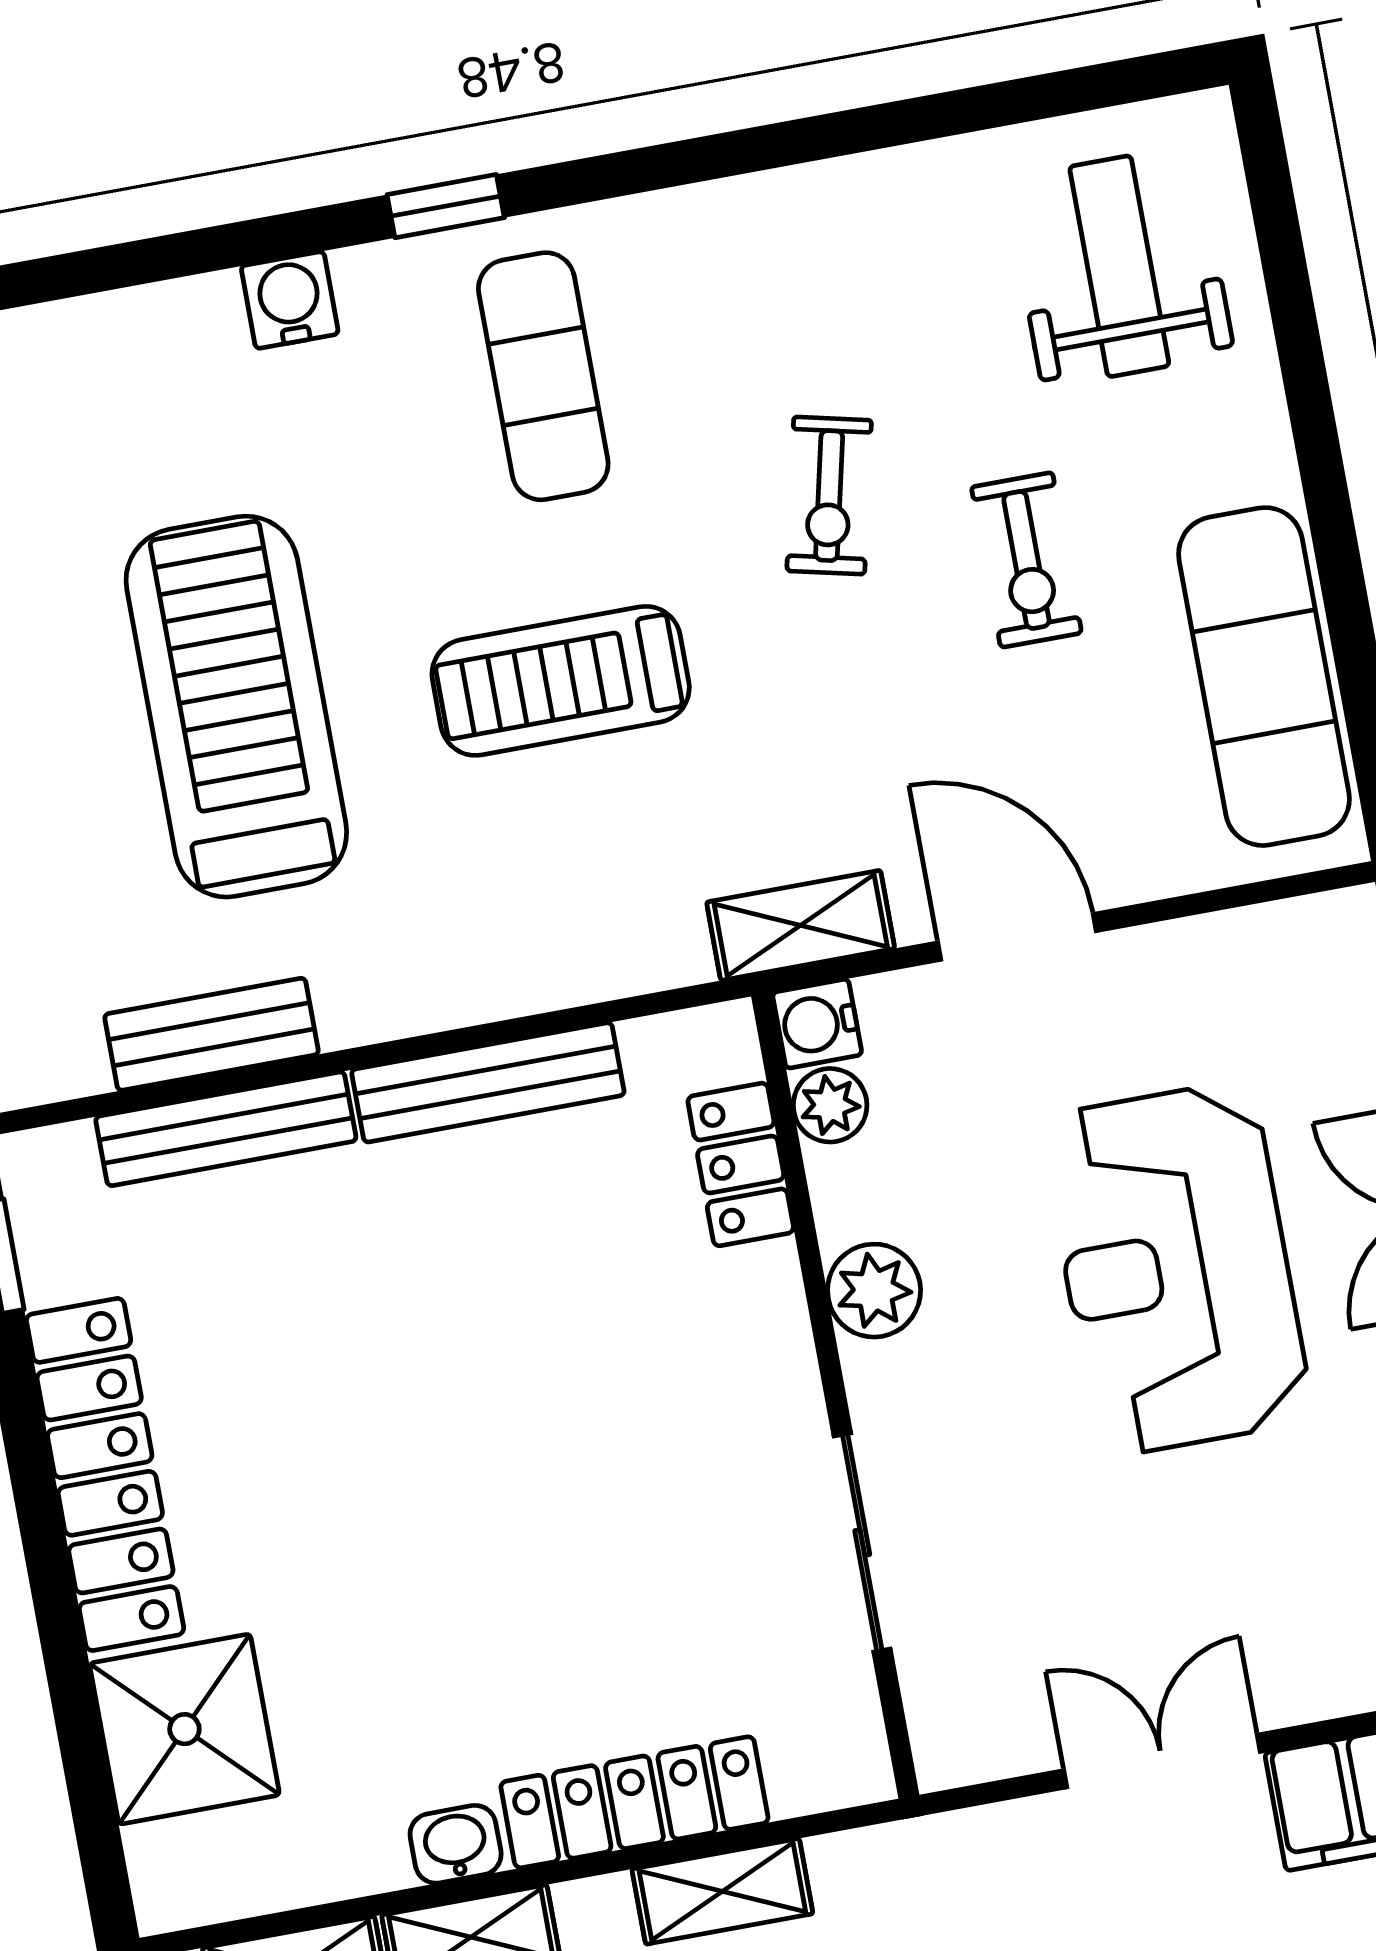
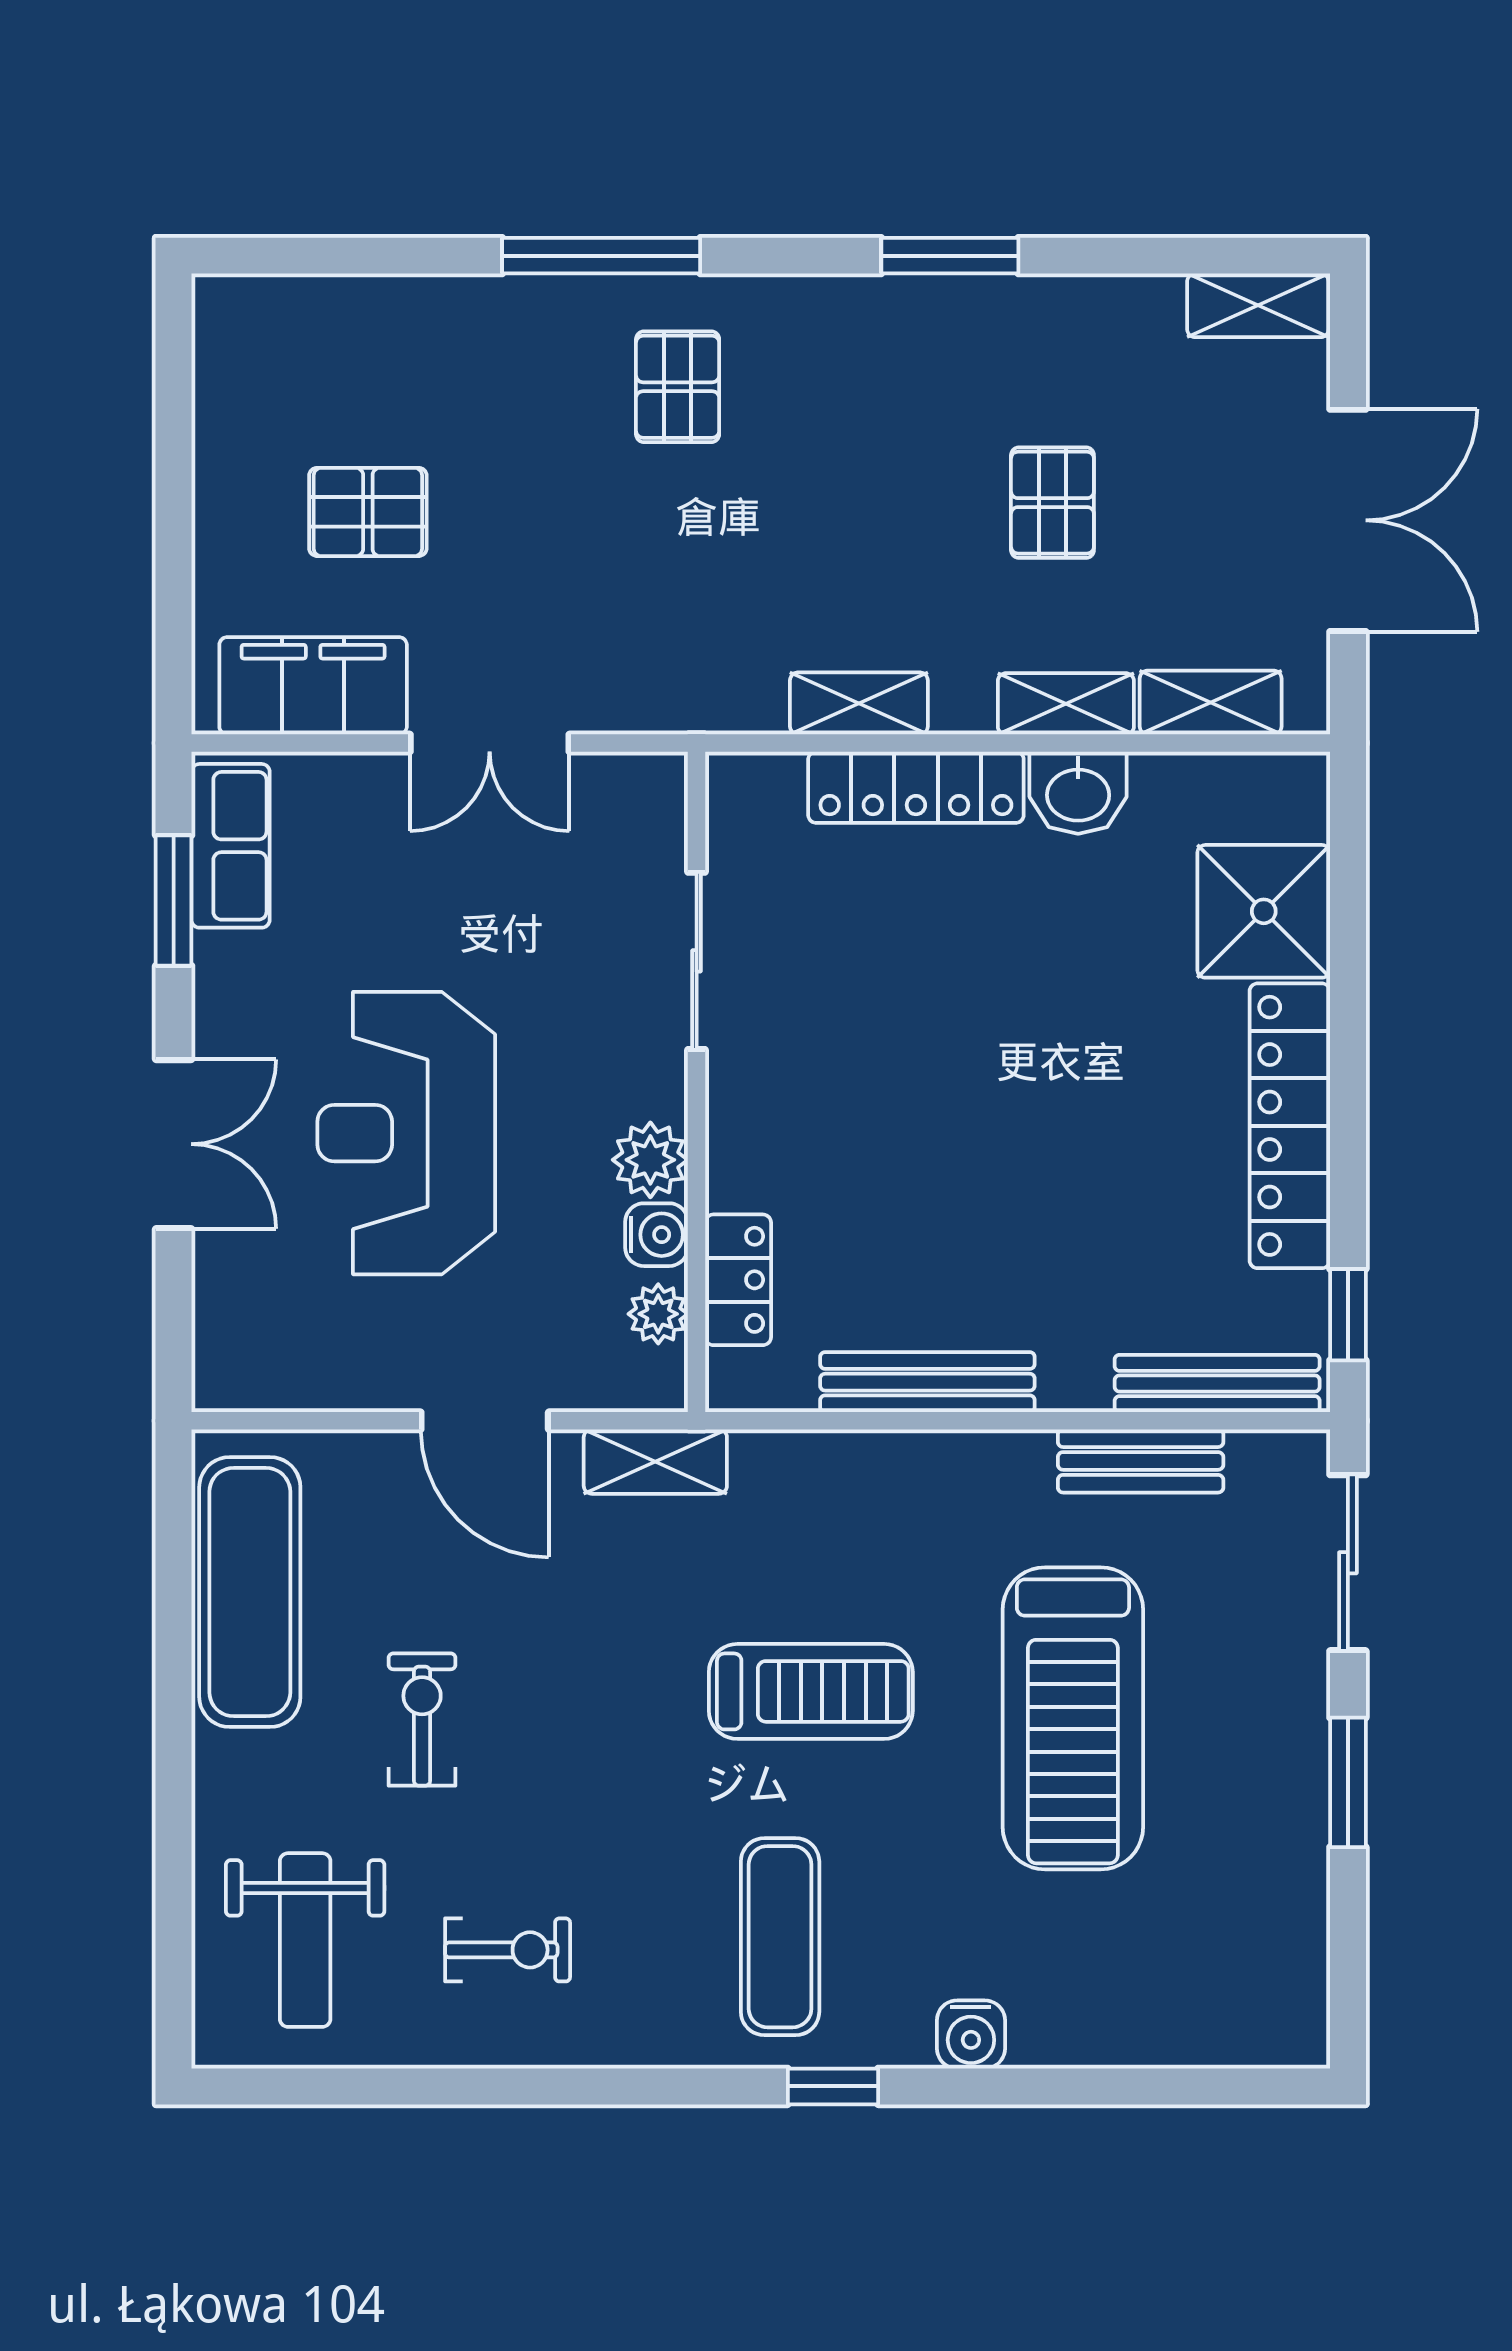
exercise bike: (829, 496) -> (508, 1950), moved, turned 77
water cooler: (817, 1024) -> (657, 1235), moved
bench: (226, 1129) -> (1217, 1383), moved
reception desk: (1176, 1269) -> (406, 1133), turned 180
washbasin: (456, 1844) -> (1078, 793), width x1.38, depth x1.45

